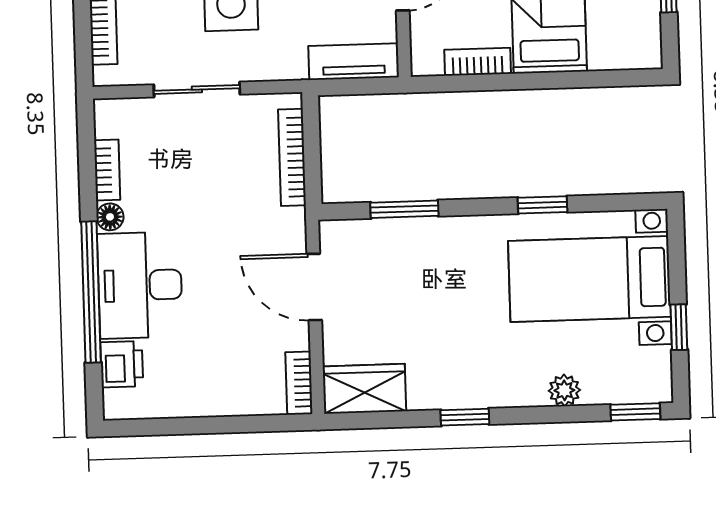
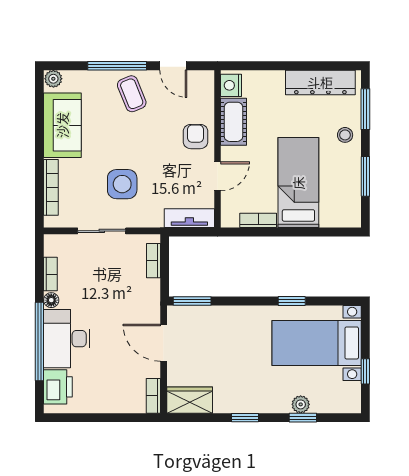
bookcase: (292, 157) -> (153, 261), width x0.64
window: (404, 209) -> (192, 301), moved
printer: (122, 364) -> (58, 387), width x1.36, depth x1.24
window: (635, 412) -> (303, 418), moved

